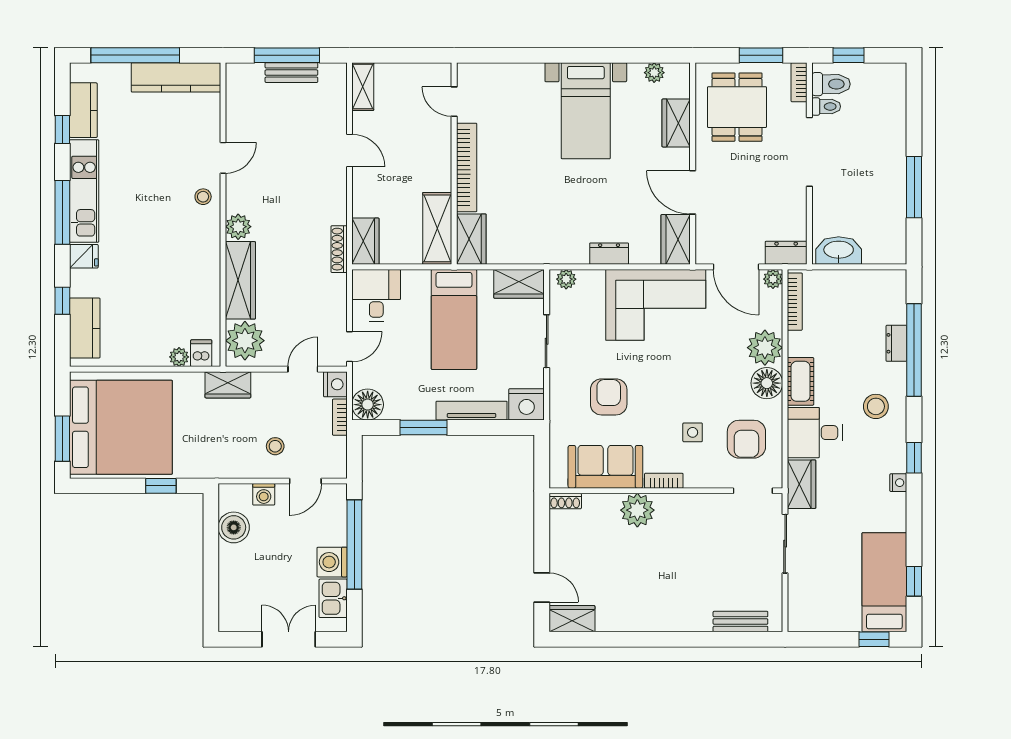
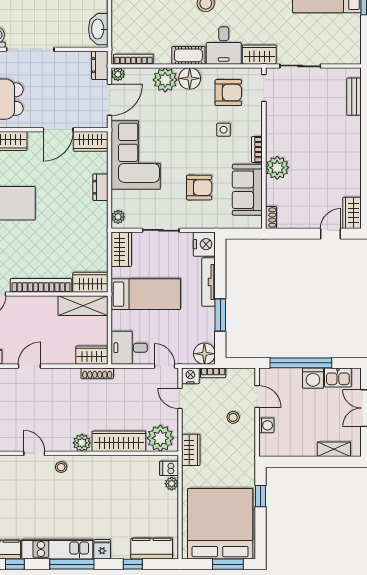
armchair: (609, 397) -> (199, 188), turned 180
boiler: (234, 527) -> (289, 446), removed
shelving: (229, 593) -> (334, 449), added

